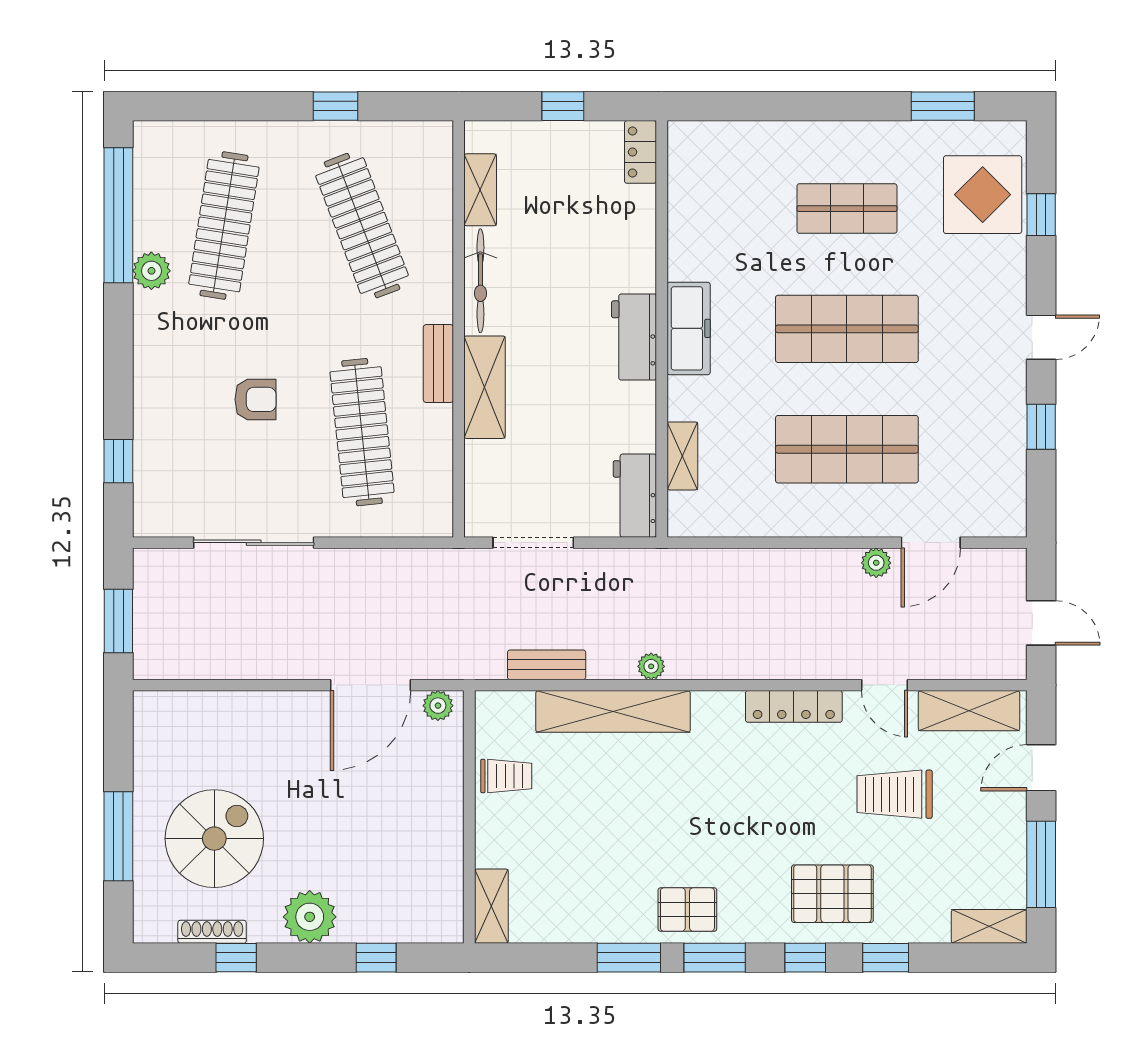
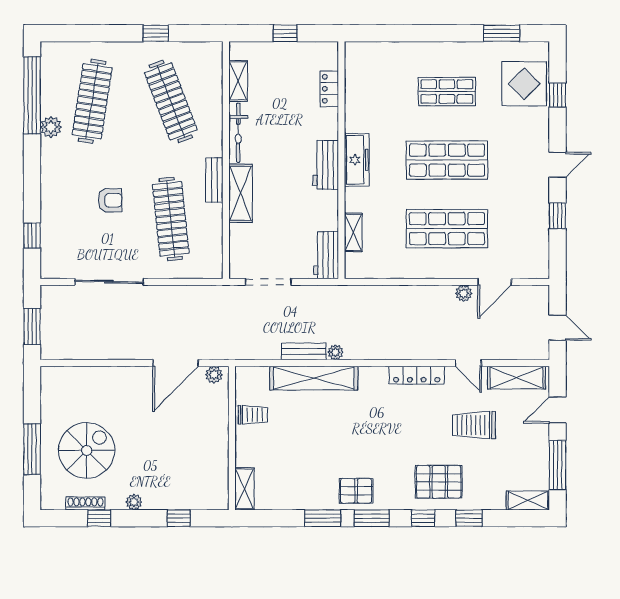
locker: (640, 152) -> (329, 89), moved
bench: (547, 665) -> (304, 351), moved
plant: (310, 917) -> (134, 502), width x0.53, depth x0.53

